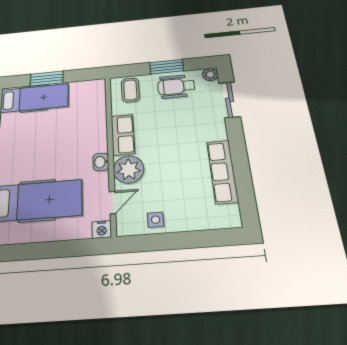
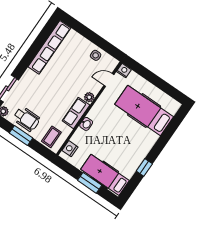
nightstand: (98, 94) -> (70, 149), added
washbasin: (101, 162) -> (86, 124), moved
plant: (129, 169) -> (89, 97), width x0.53, depth x0.53
row of seats: (222, 172) -> (49, 47), width x1.36

